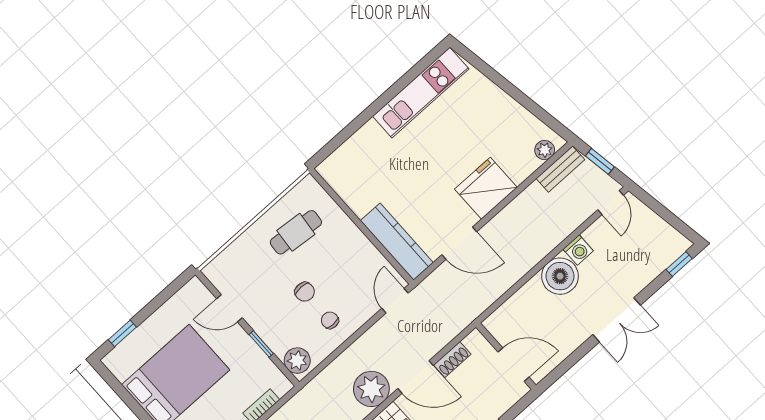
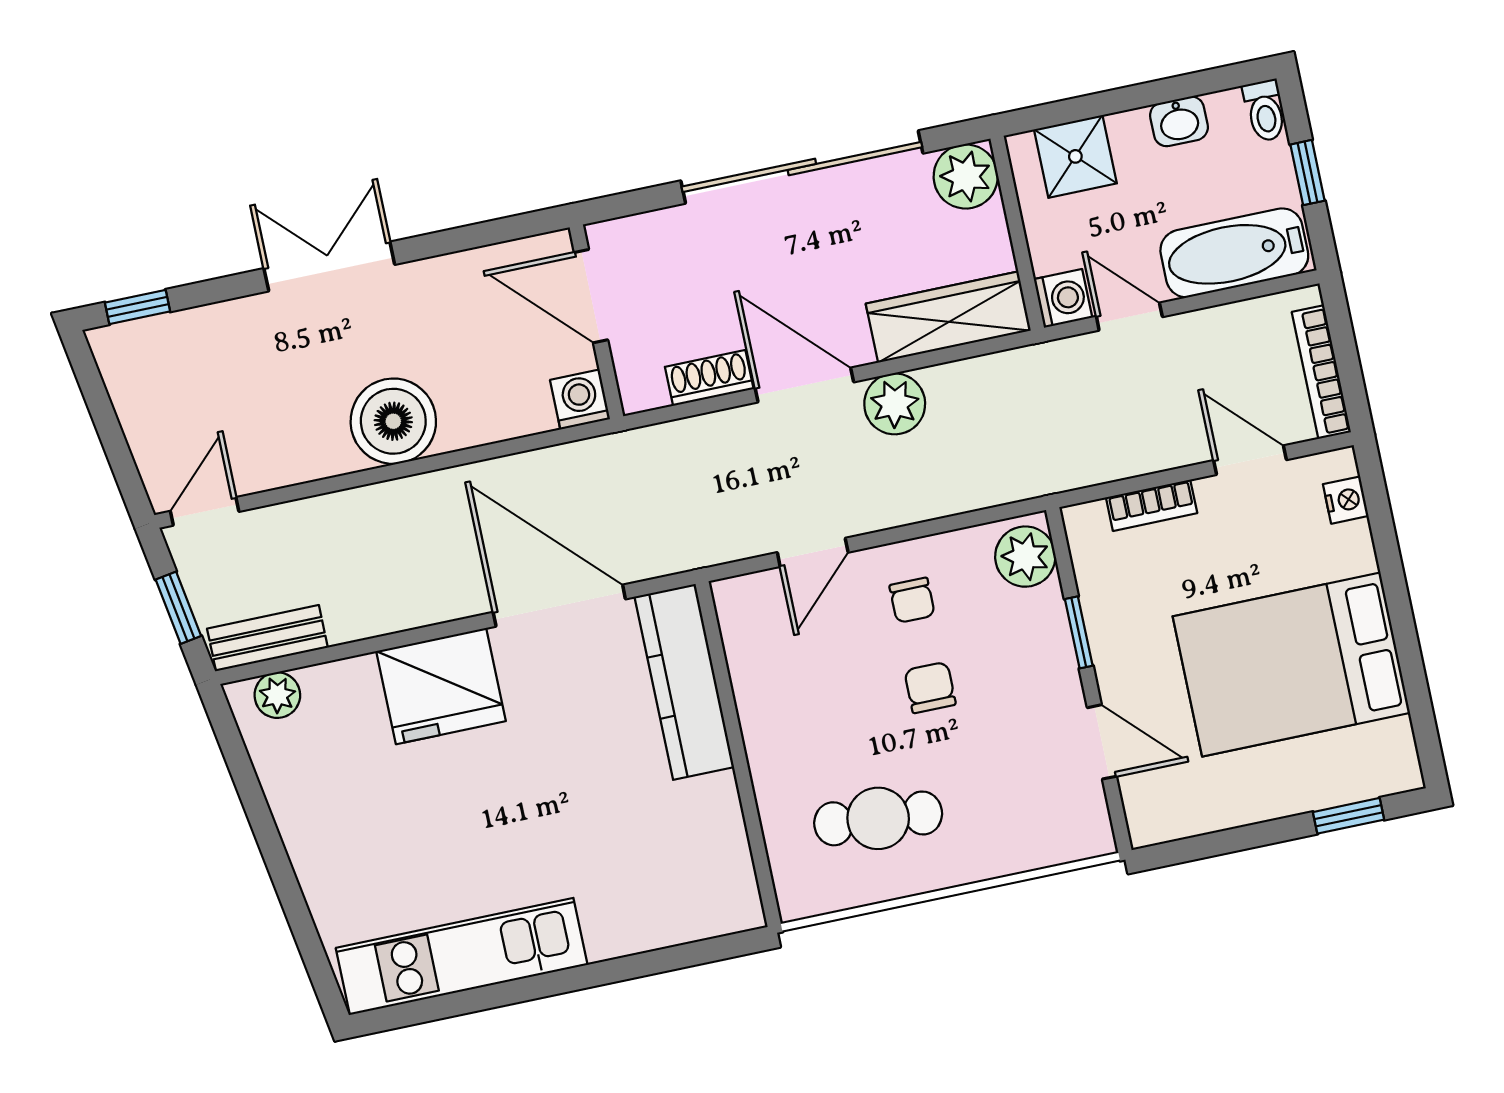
door: (459, 243) -> (559, 606), width x1.36
washing machine: (578, 250) -> (580, 400), moved
door: (395, 301) -> (813, 552), moved
plant: (371, 389) -> (895, 404), width x0.73, depth x0.73

